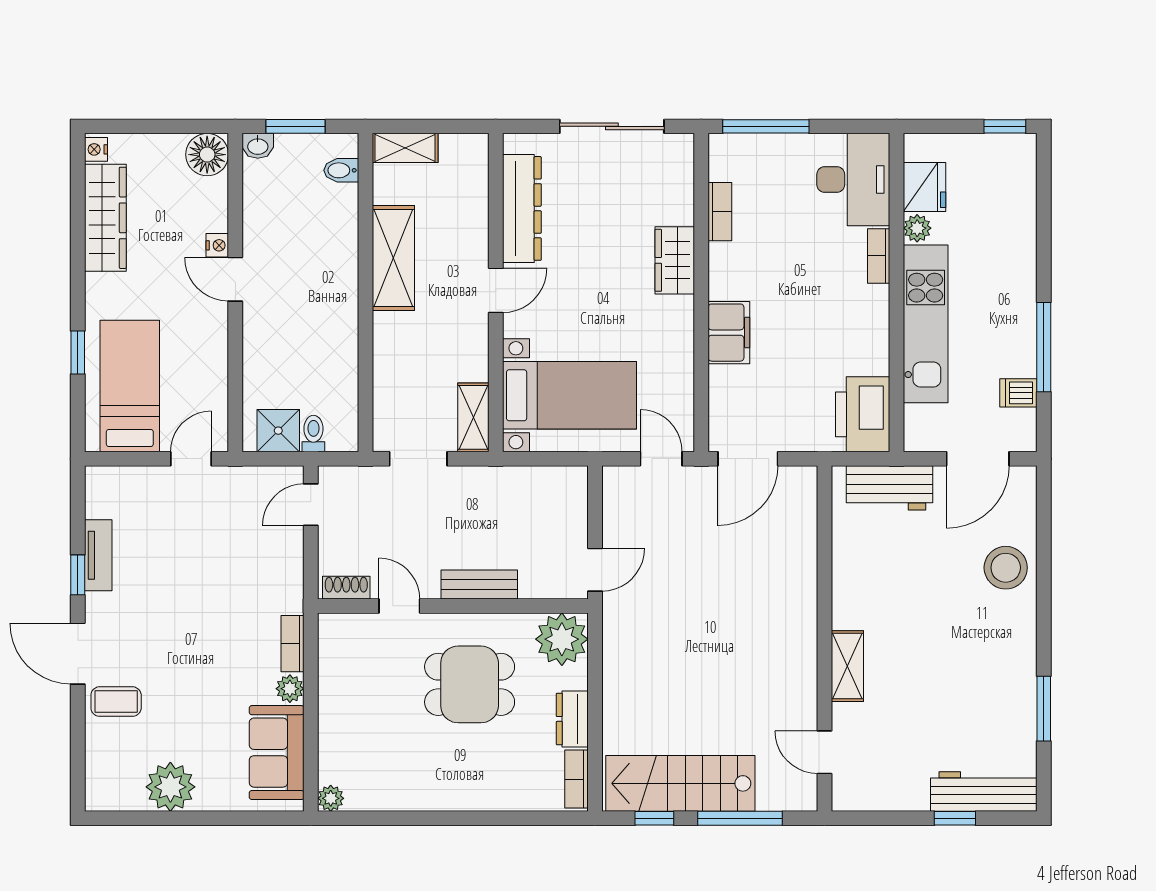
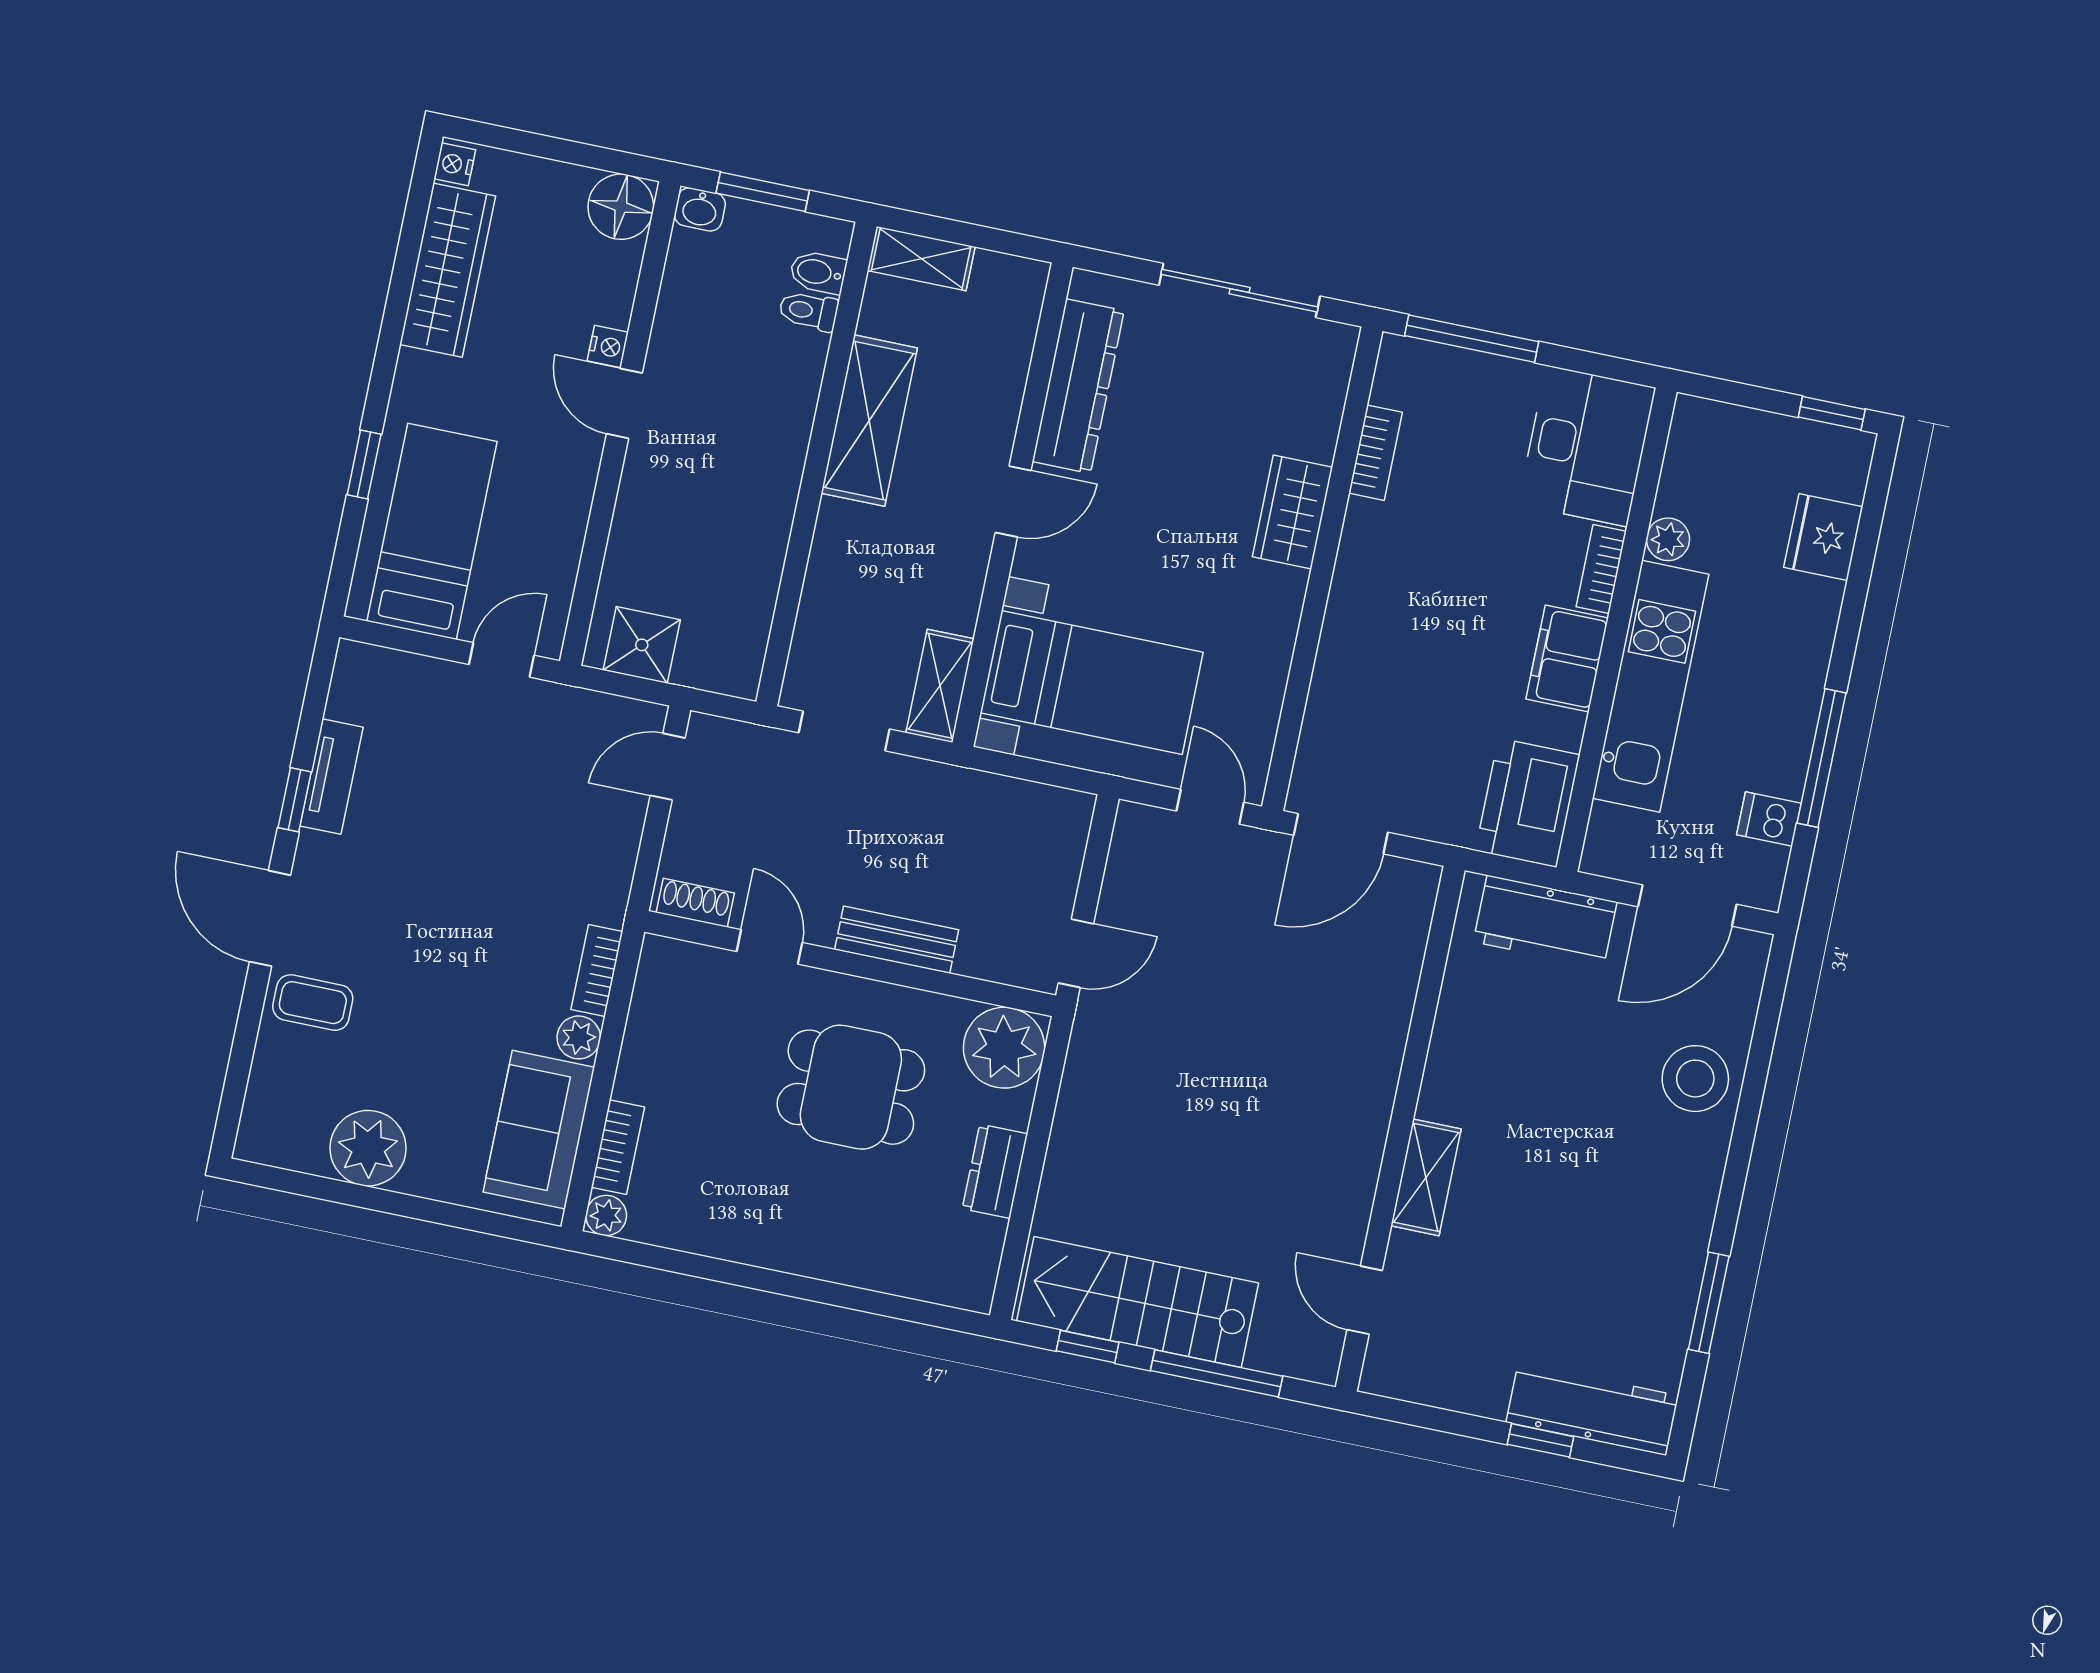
fridge: (924, 187) -> (1823, 537), moved, turned 180
filing cabinet: (729, 333) -> (1567, 658), moved, turned 180
toilet: (313, 434) -> (809, 311), moved, turned -90
bookcase: (577, 779) -> (618, 1147), moved, turned 180

